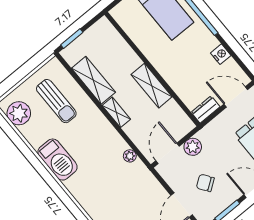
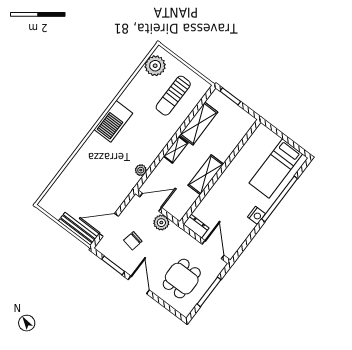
nightstand: (221, 54) -> (257, 215), moved
barbecue: (58, 160) -> (113, 121), moved
chair: (205, 183) -> (133, 241), turned -134

